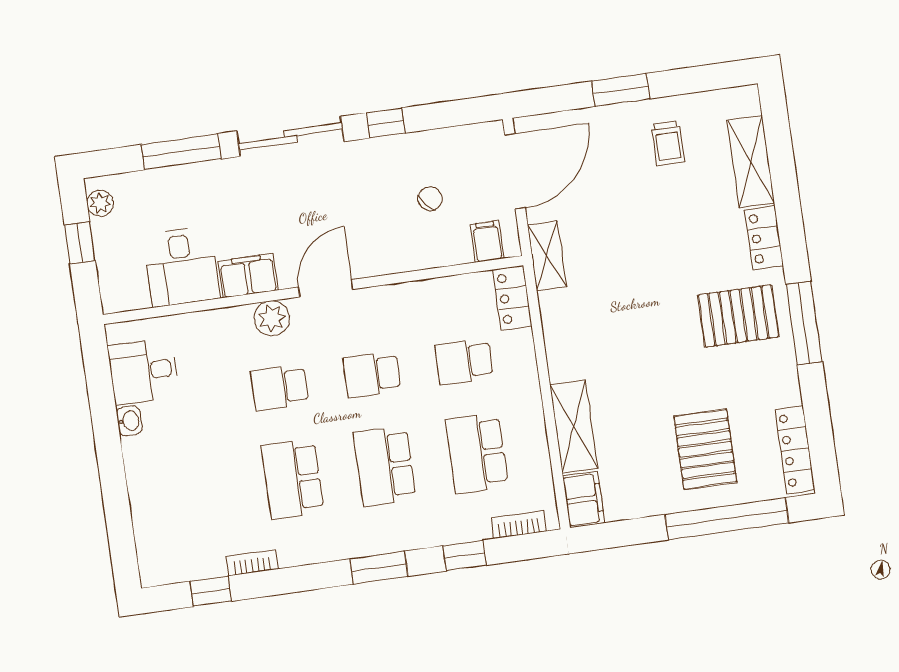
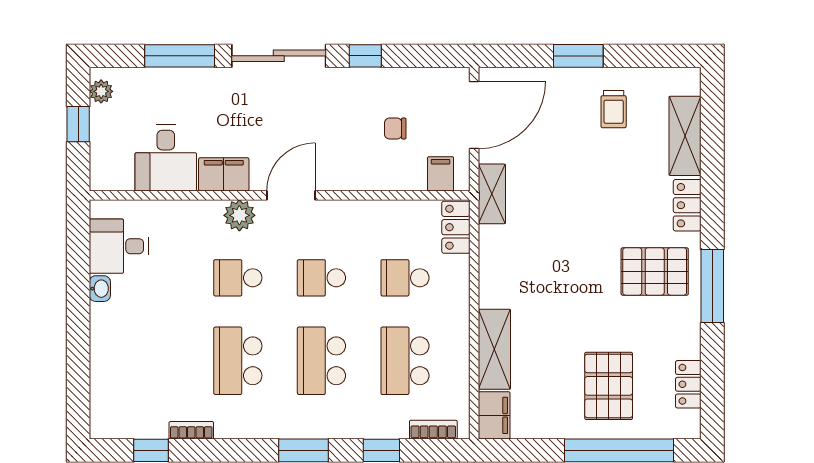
chair: (430, 199) -> (395, 129), turned -140
locker: (795, 450) -> (688, 384), width x0.66

